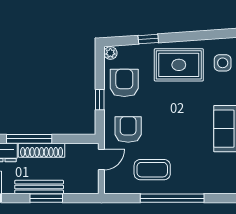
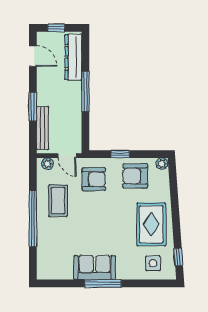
window: (148, 39) -> (178, 257), moved
armchair: (124, 83) -> (135, 176), turned 180
shoe rack: (42, 150) -> (75, 102), removed
plant: (111, 182) -> (47, 164), added
bench: (39, 187) -> (43, 128), moved

